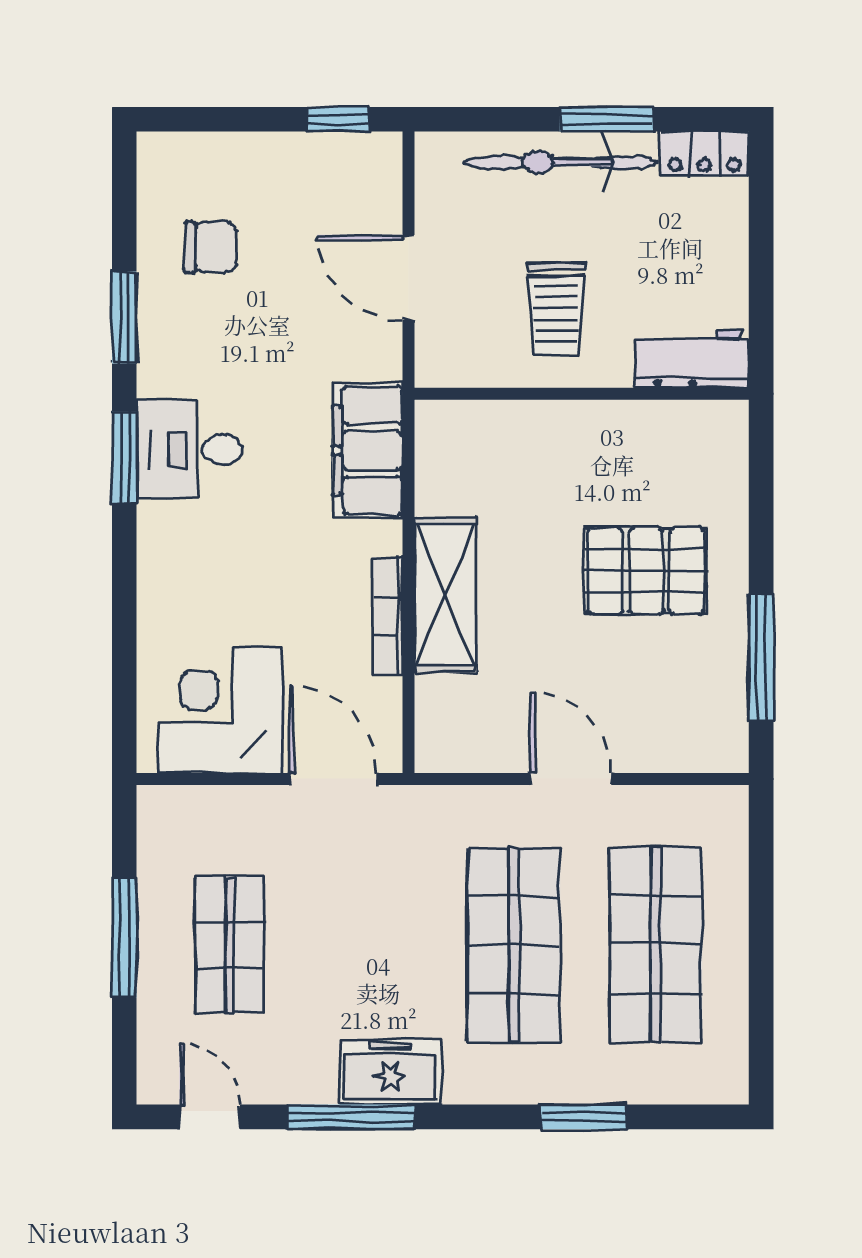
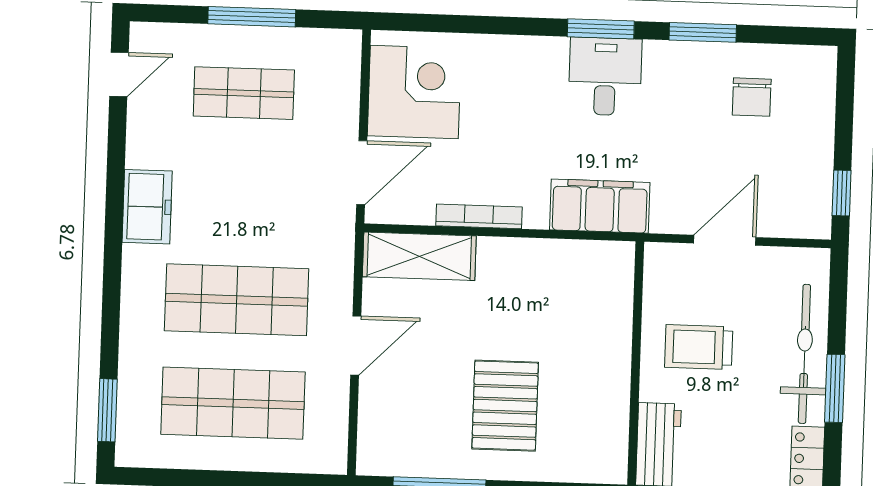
shelving: (445, 595) -> (419, 256), moved
window: (351, 1117) -> (115, 177), removed
window: (584, 1117) -> (107, 410), moved

